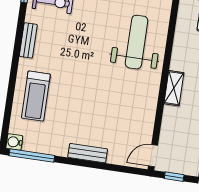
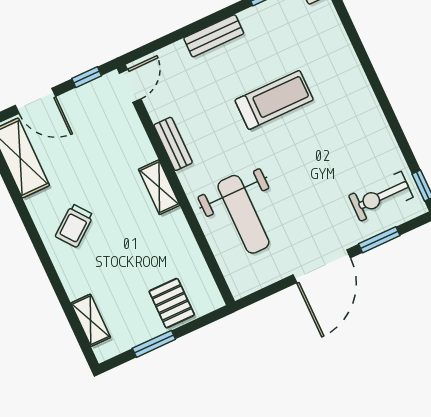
bench: (28, 40) -> (173, 144), moved
treadmill: (36, 96) -> (274, 100), moved, turned 90

